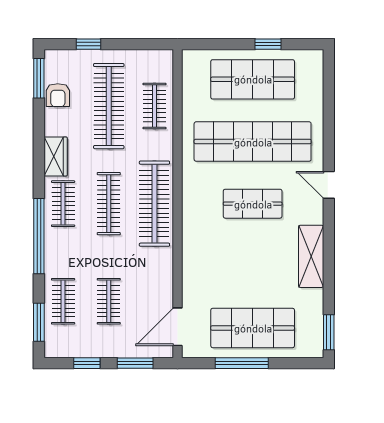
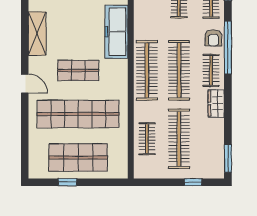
armchair: (58, 95) -> (213, 38), moved, turned 180
clothes rail: (109, 204) -> (179, 70), width x1.37, depth x1.31
freezer: (198, 259) -> (116, 32), added

